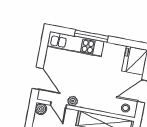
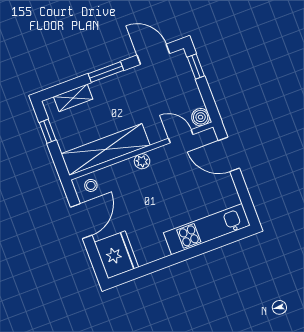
window: (91, 36) -> (193, 252), removed
plant: (73, 101) -> (142, 161), moved

